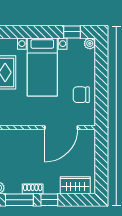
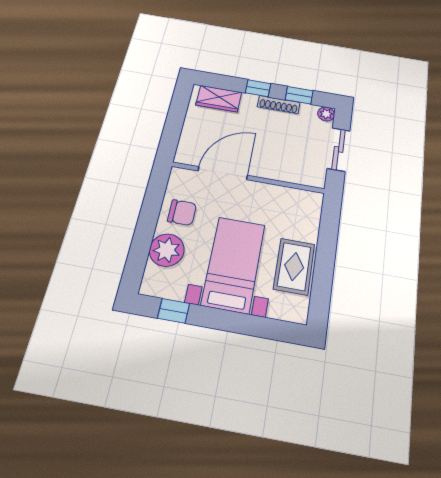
plant: (90, 43) -> (167, 250), moved, width x1.88, depth x1.88
shoe rack: (33, 189) -> (279, 105), width x1.43
window: (19, 200) -> (299, 95), width x0.67

